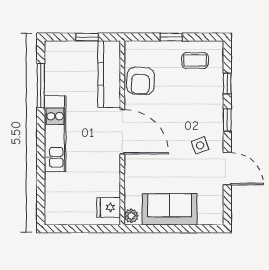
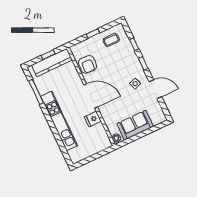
kitchen counter: (109, 74) -> (52, 62), moved, turned -90
kitchen unit: (55, 134) -> (59, 121), width x1.36
fridge: (109, 207) -> (93, 119), moved

